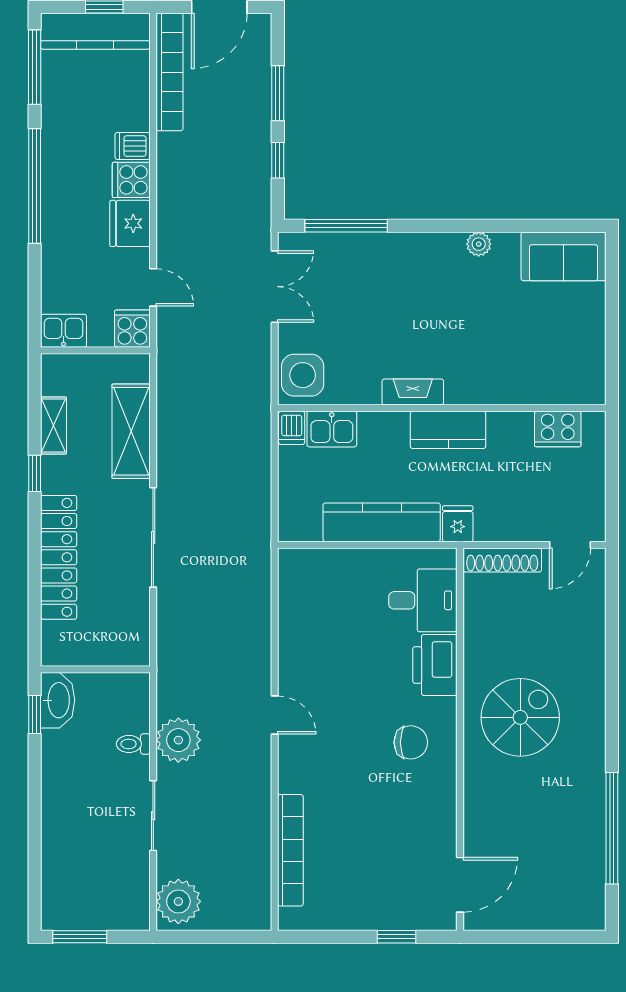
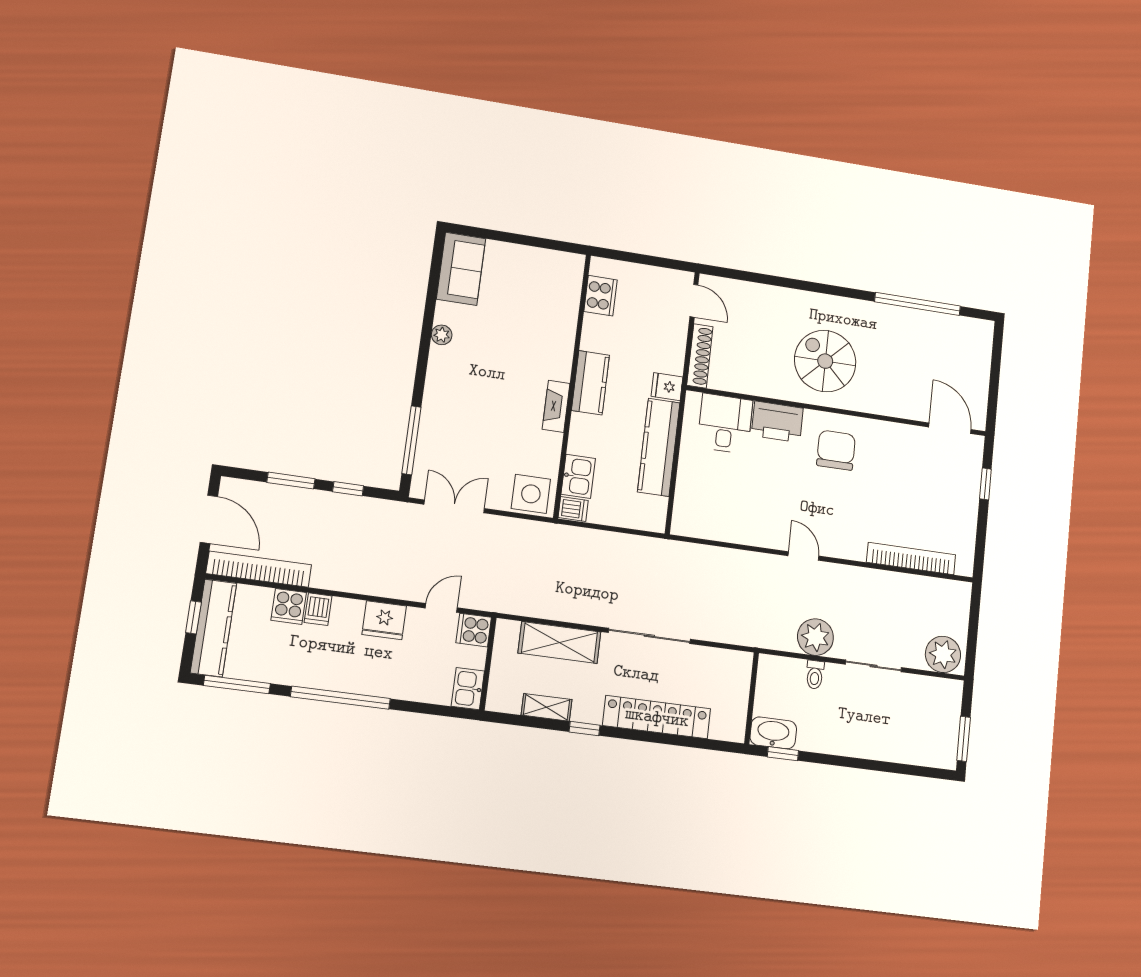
cooker: (131, 180) -> (289, 606), moved
door: (275, 715) -> (803, 556), hinge flipped
chair: (411, 742) -> (836, 450), width x1.37, depth x1.37

